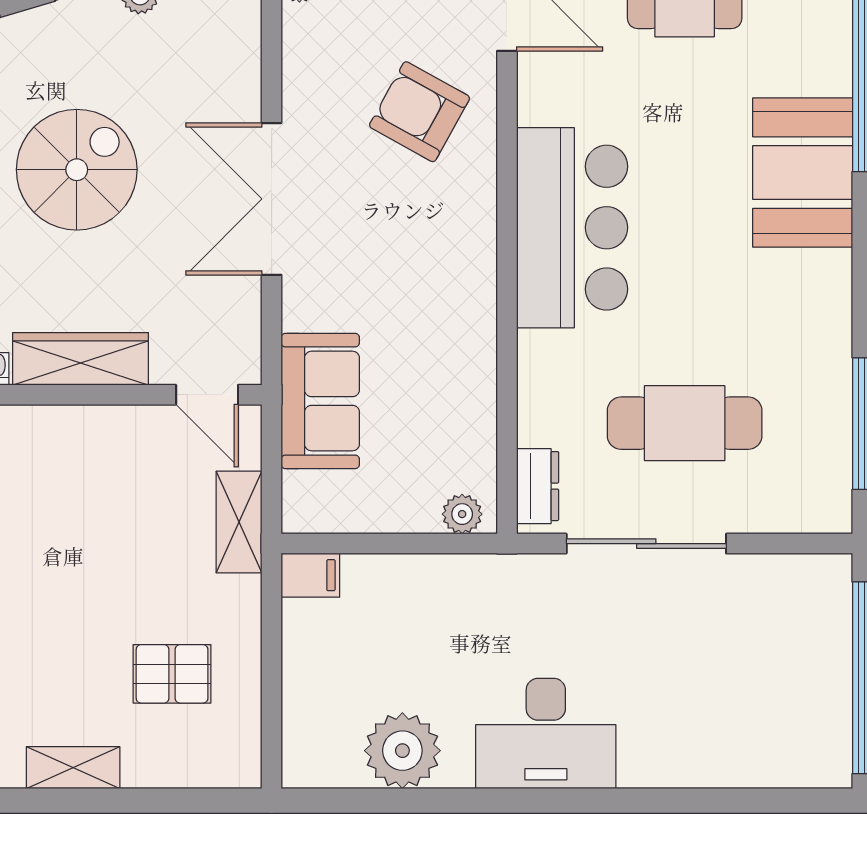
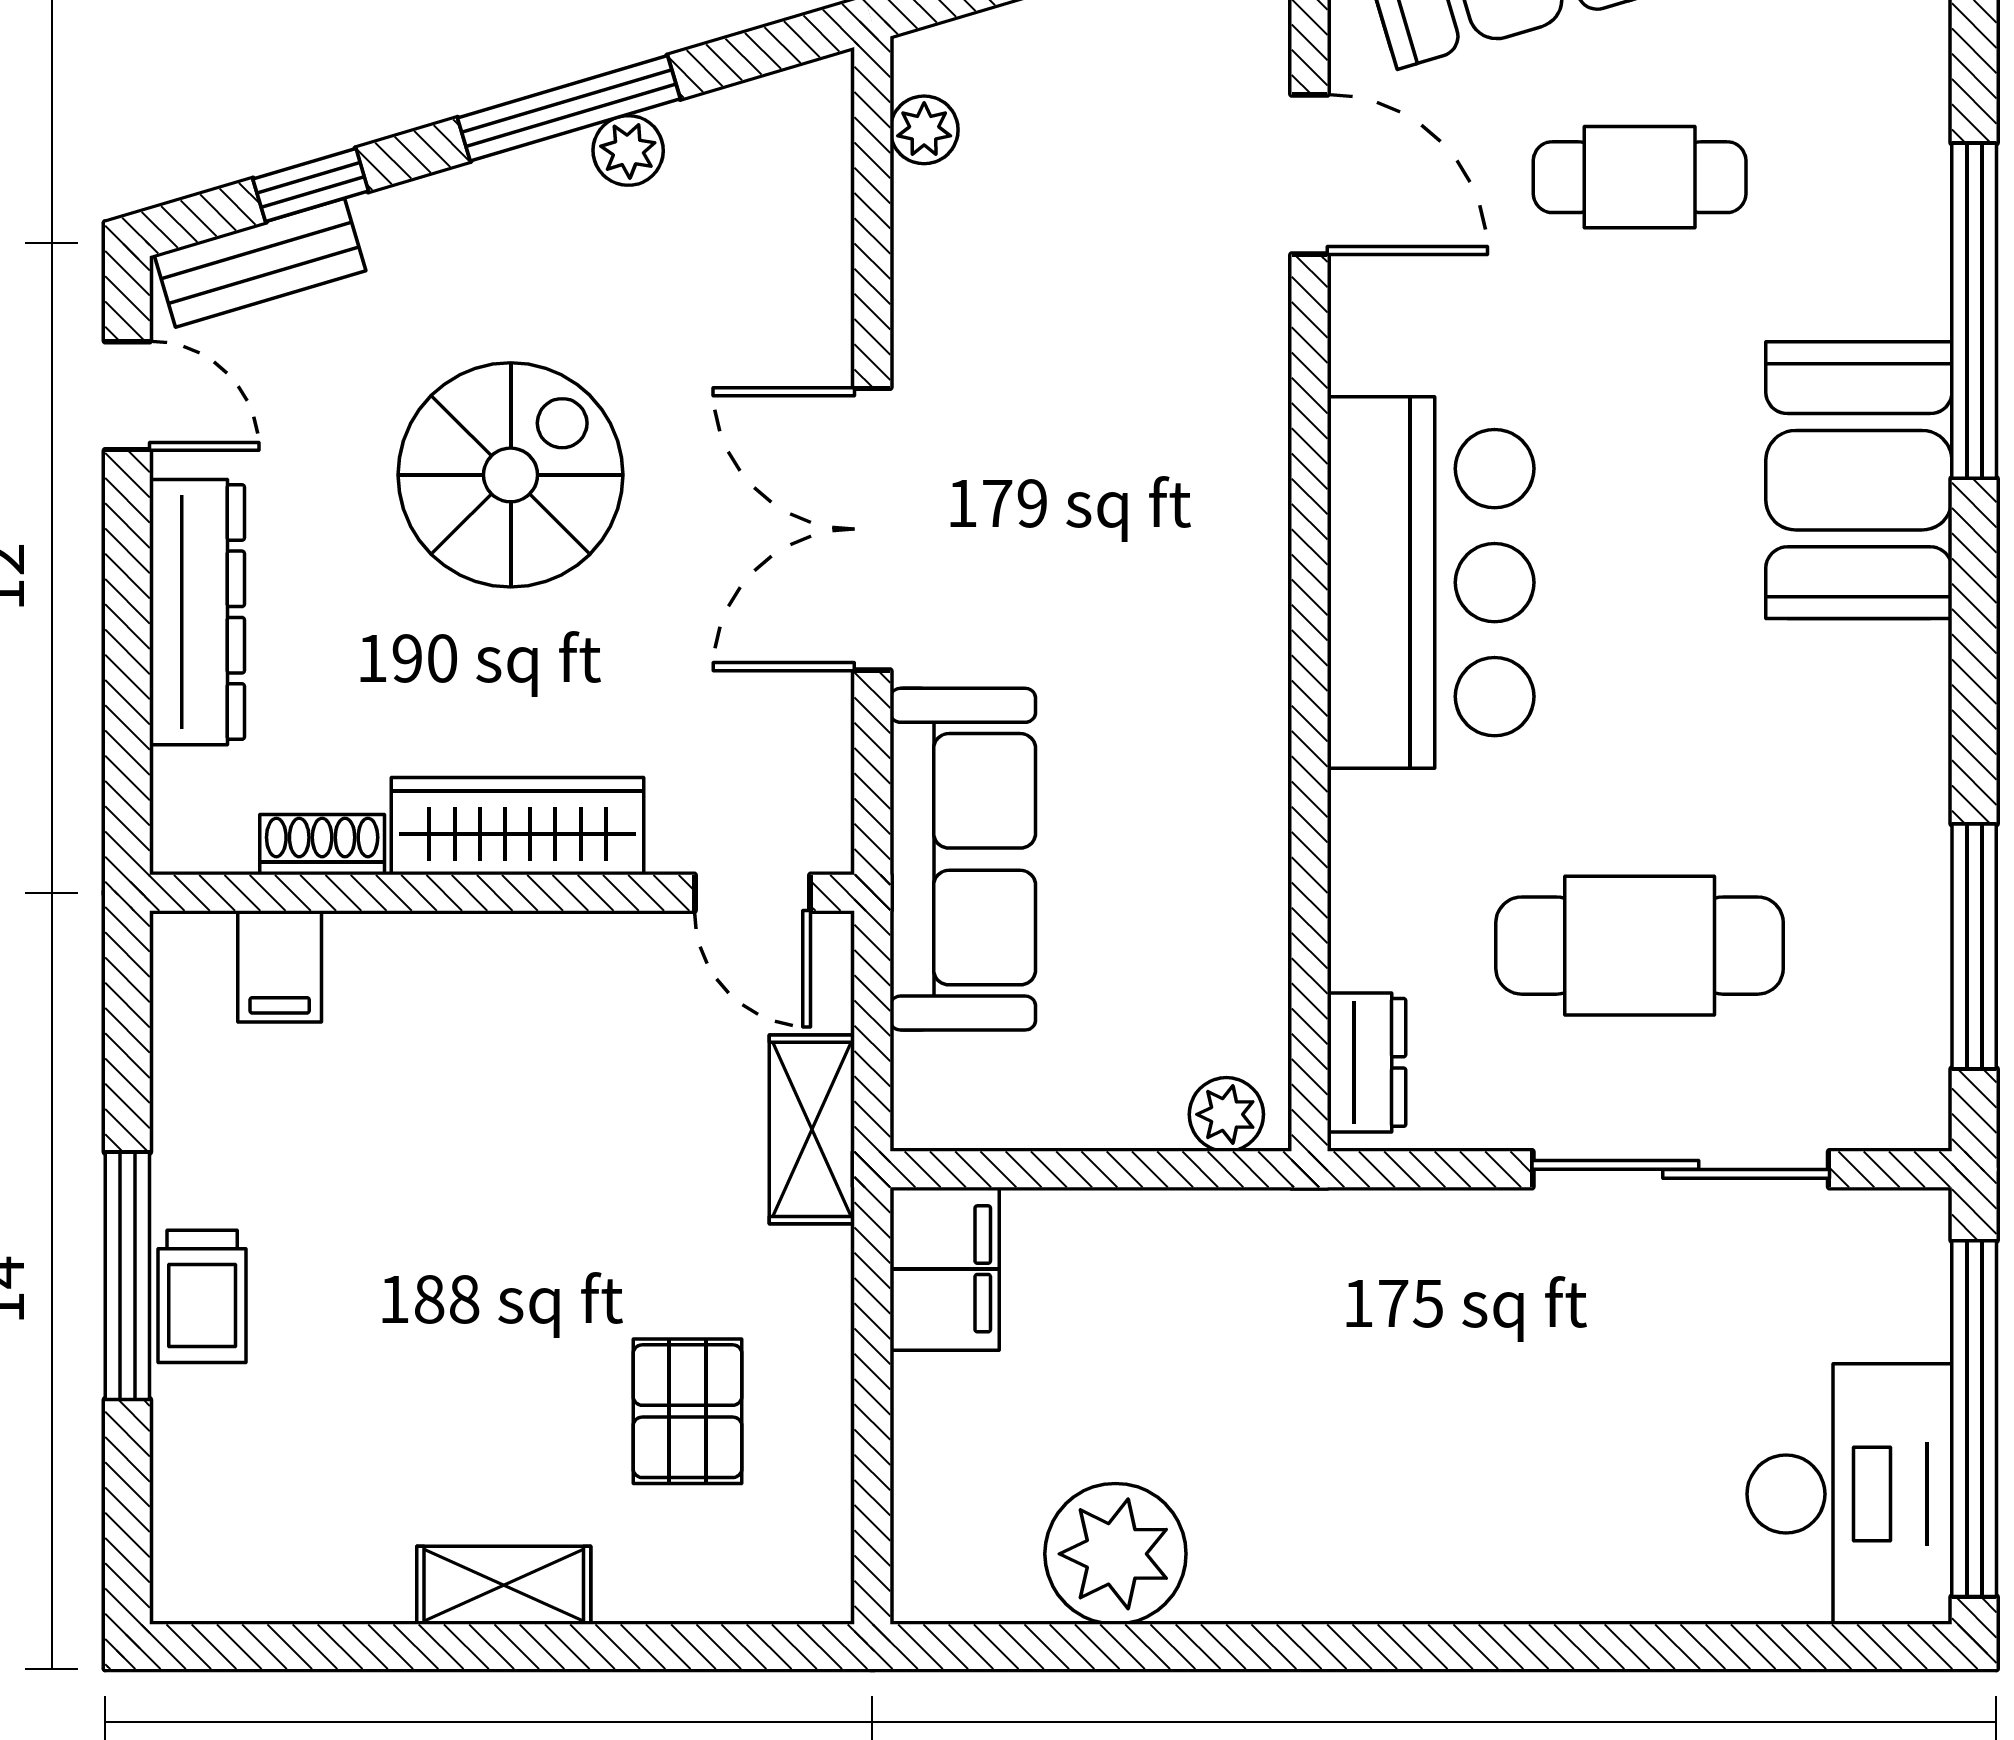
armchair: (420, 112) -> (1147, 367), removed
sofa: (320, 401) -> (963, 859), width x1.36
sliding door: (646, 544) -> (1681, 1169), moved
filing cabinet: (310, 575) -> (945, 1269), width x2.00
pallet: (172, 674) -> (688, 1411), turned 90
desk: (546, 733) -> (1849, 1494), moved, turned -90

